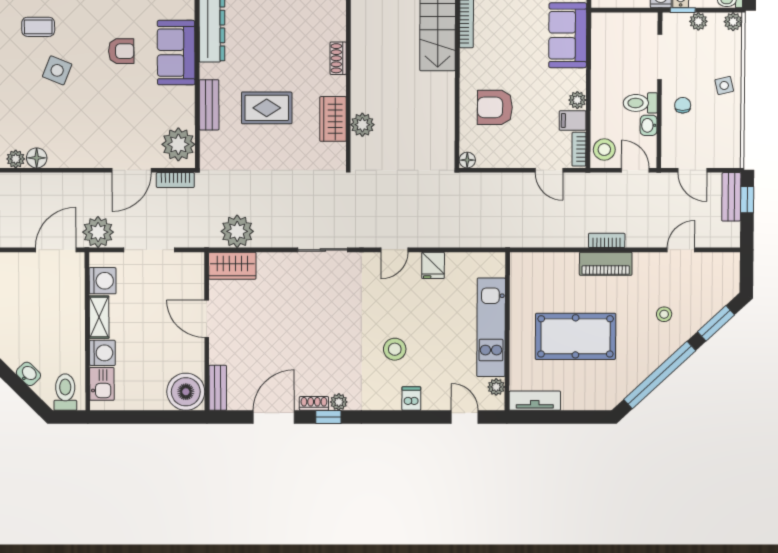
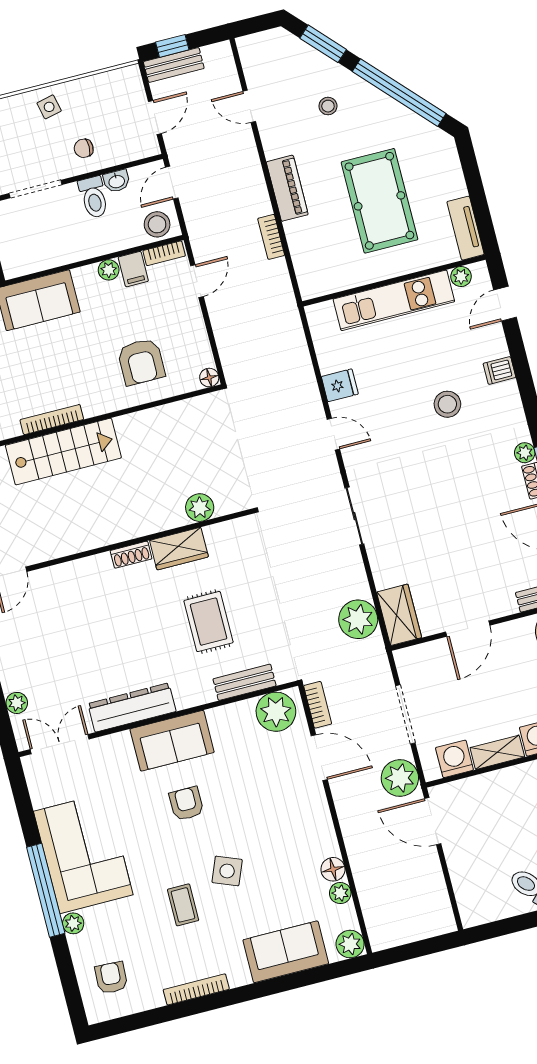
bench: (209, 105) -> (245, 682), moved
wardrobe: (333, 119) -> (179, 549), moved
bookcase: (607, 240) -> (271, 237), moved

